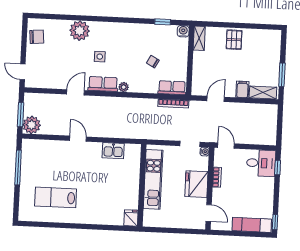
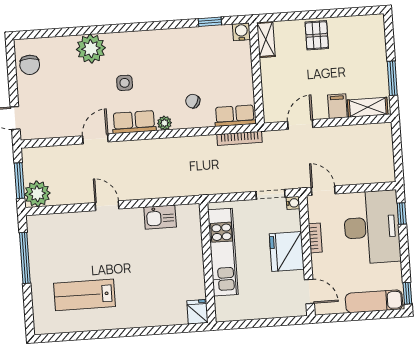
chair: (37, 37) -> (30, 65), turned 95
chair: (153, 62) -> (193, 101), moved
desk: (261, 163) -> (372, 227), width x1.87, depth x1.30

